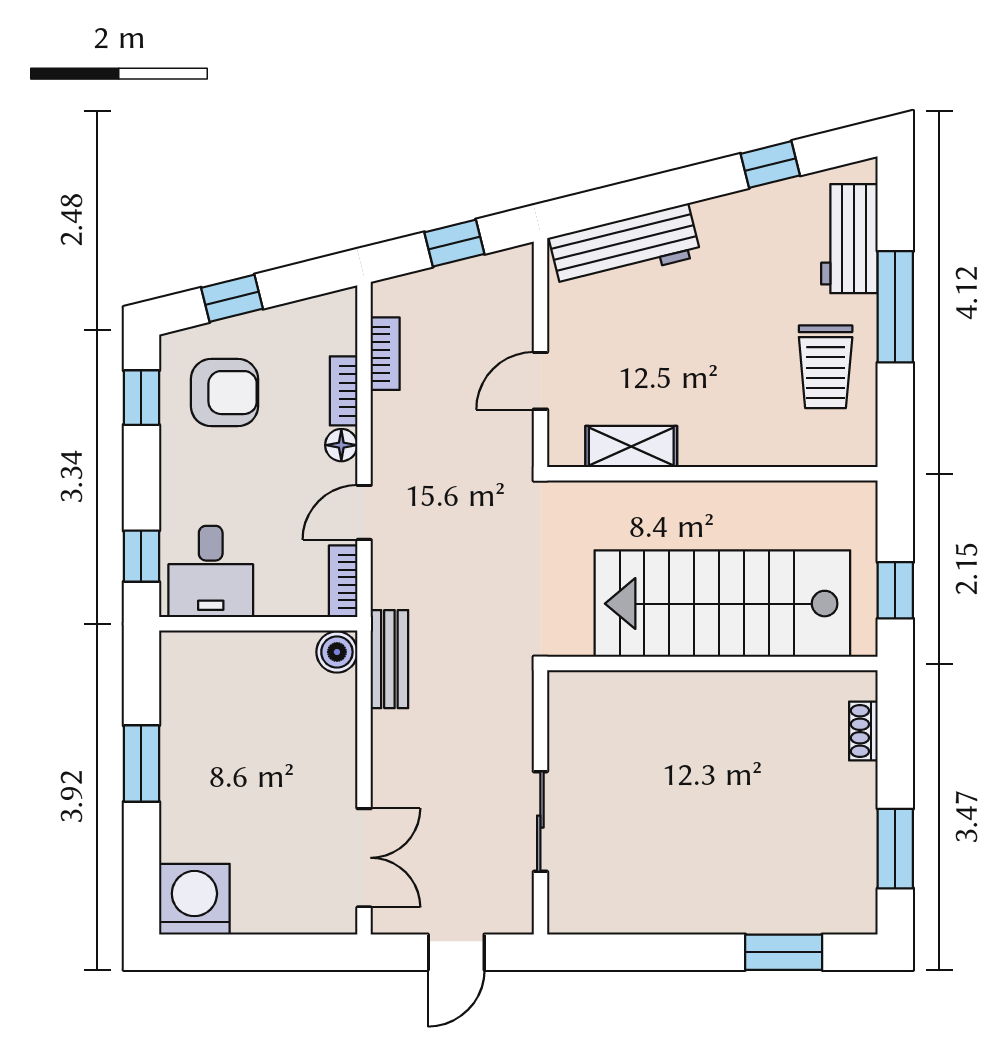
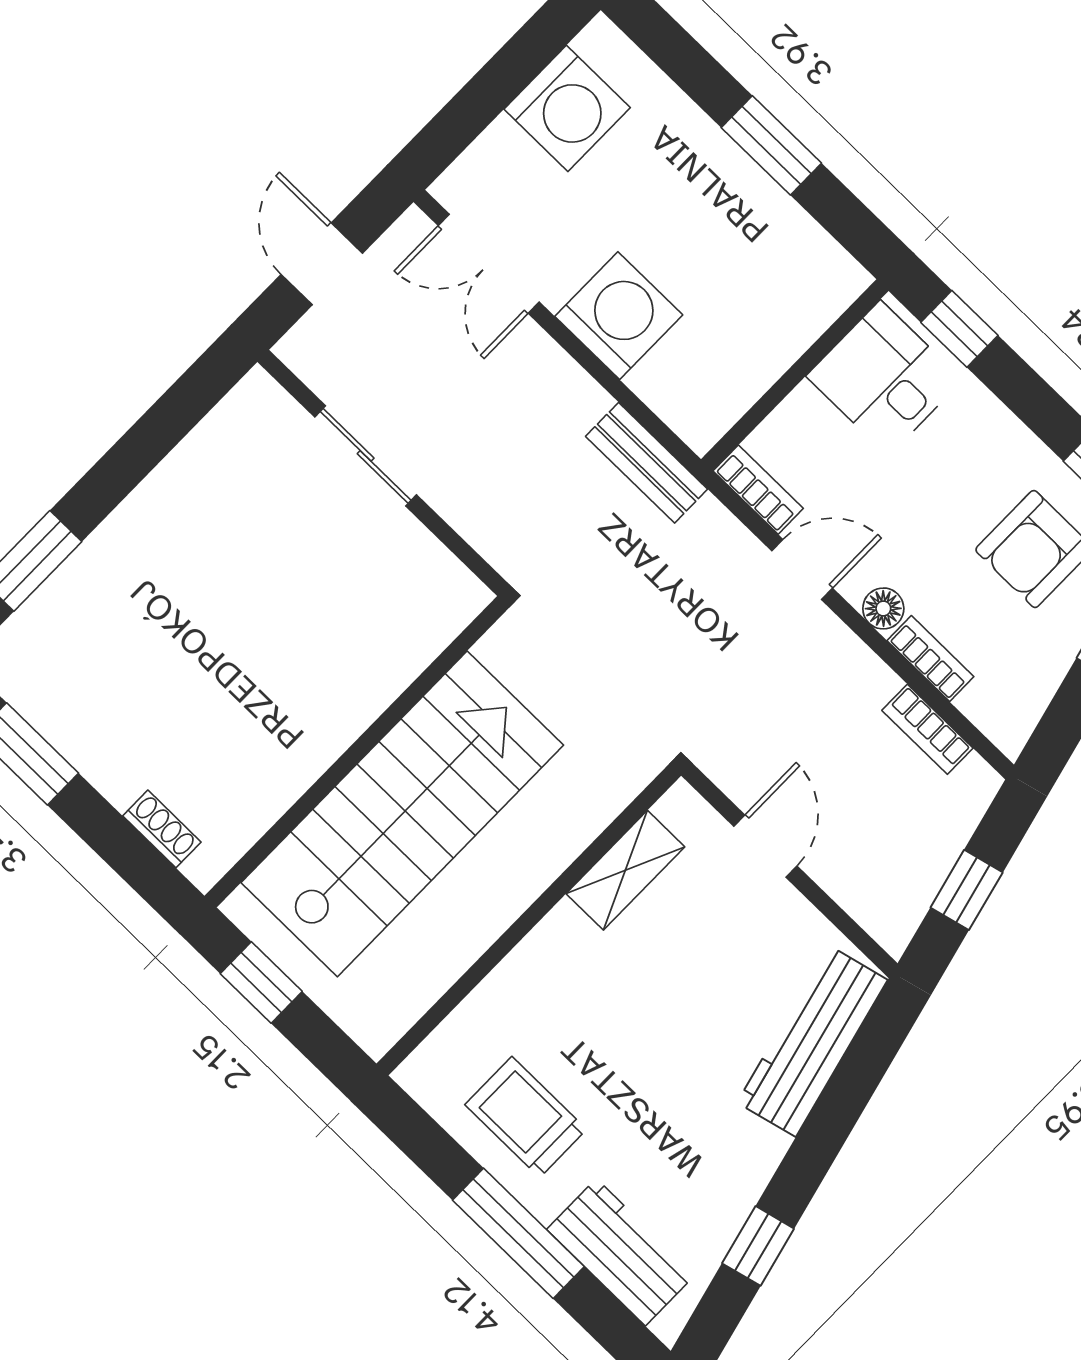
door: (364, 512) -> (802, 570), hinge flipped
boiler: (337, 652) -> (700, 421), removed
washing machine: (322, 756) -> (619, 316), added
washing machine: (194, 899) -> (567, 108), moved

